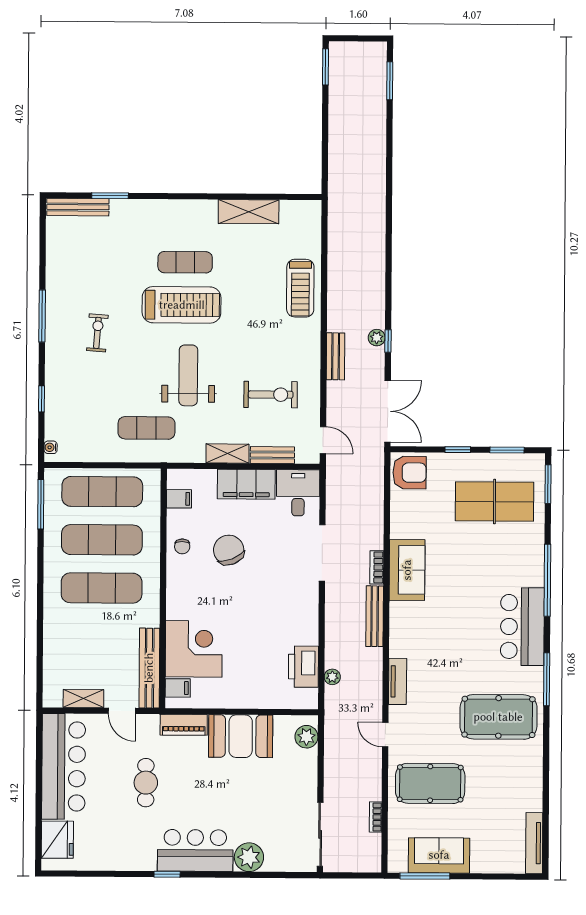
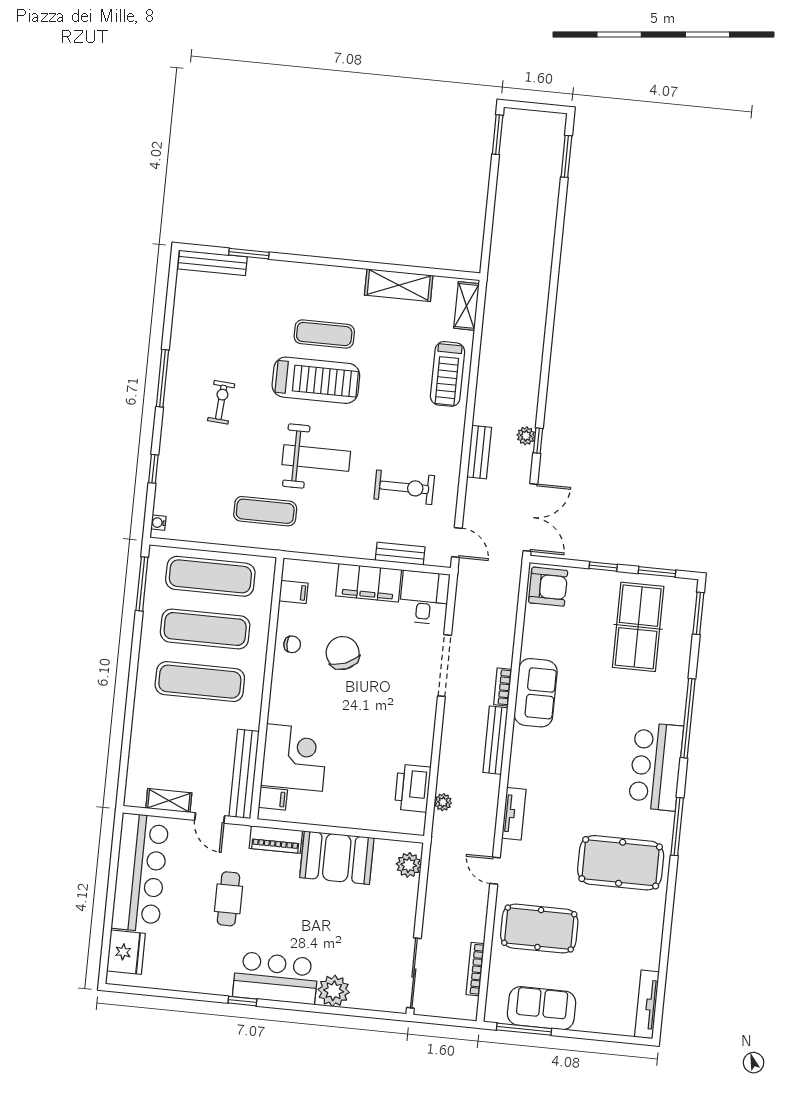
weight bench: (188, 375) -> (316, 458), turned 90
shelving: (227, 453) -> (466, 306), moved, turned 90
table tennis table: (495, 502) -> (638, 627), turned 90
chair: (182, 546) -> (292, 644), turned -90
bookcase: (376, 817) -> (475, 969), width x1.56

